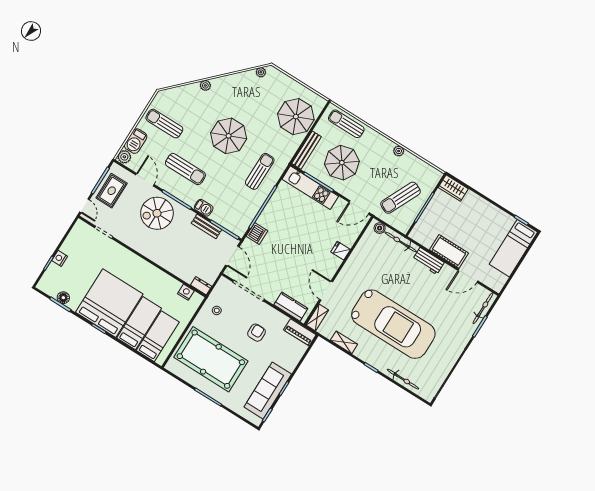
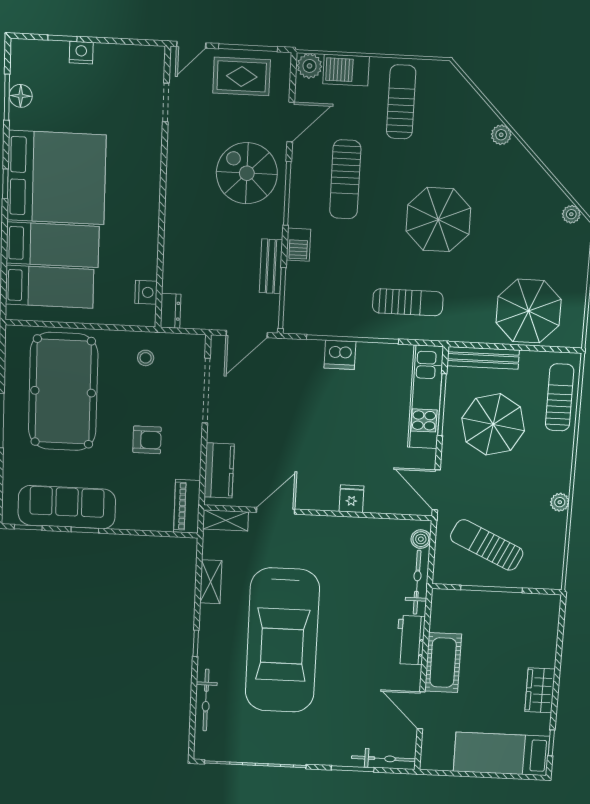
wardrobe: (453, 188) -> (540, 690), moved
dishwasher: (257, 234) -> (340, 355), moved

